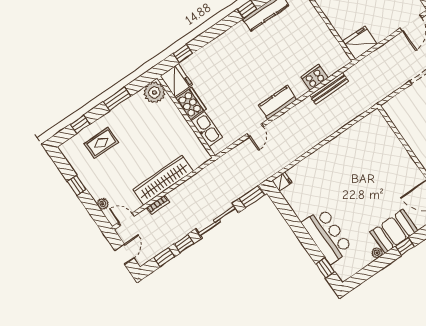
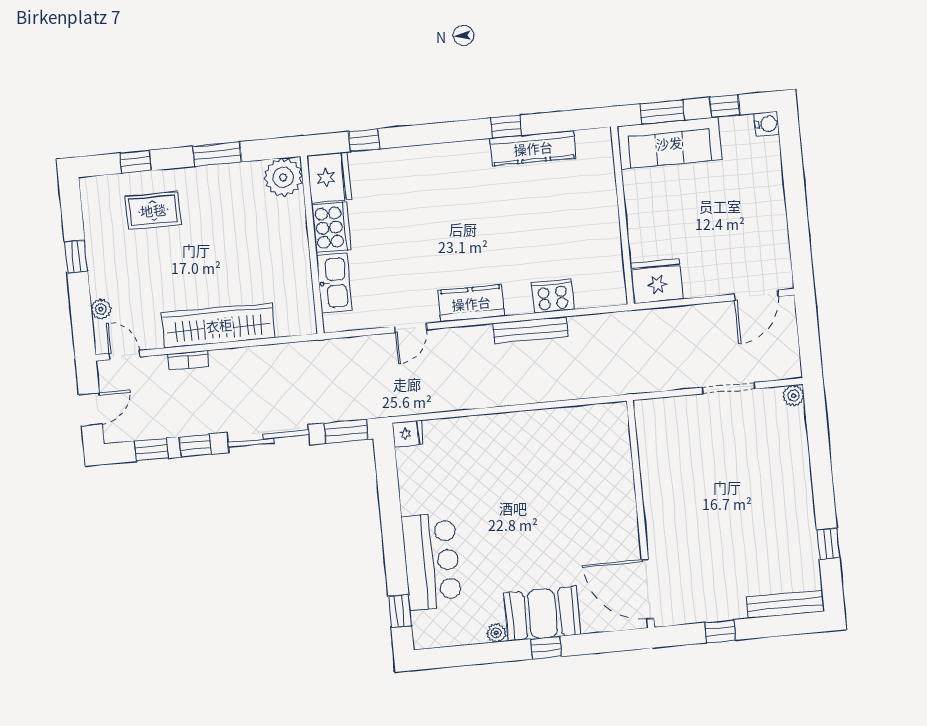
bench: (329, 88) -> (530, 330), moved

